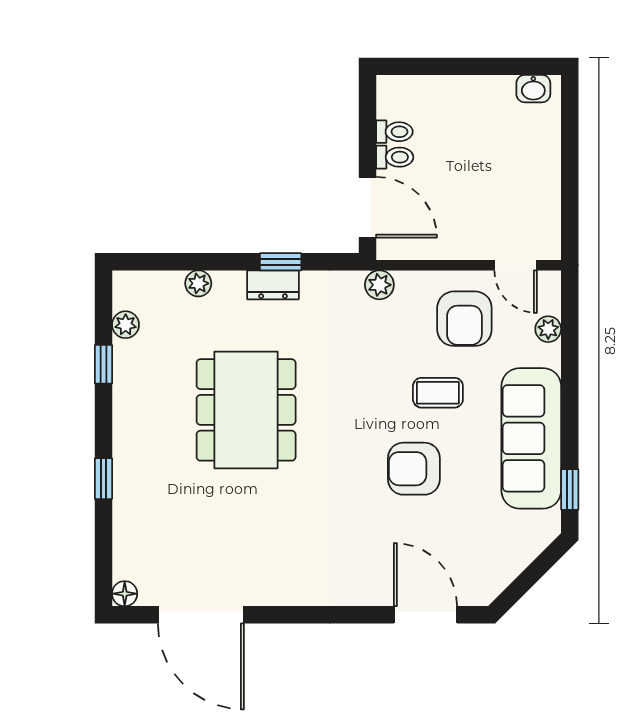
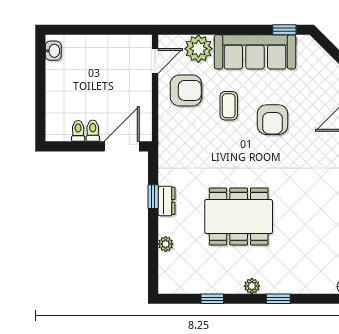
plant: (379, 285) -> (166, 140), removed
plant: (126, 325) -> (252, 286), moved
plant: (548, 329) -> (198, 49), width x1.87, depth x1.87

